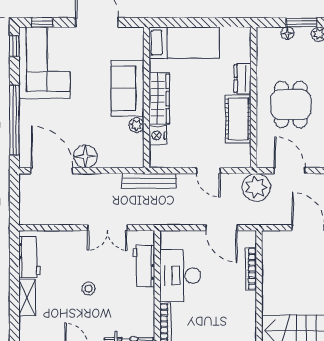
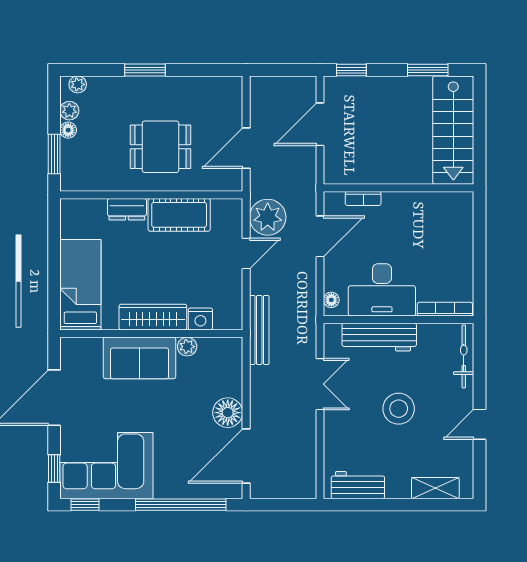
window: (301, 22) -> (54, 154), moved
floor lamp: (287, 33) -> (68, 130), moved
plant: (256, 187) -> (268, 217), moved
floor lamp: (173, 236) -> (331, 300), added
workbench: (144, 266) -> (379, 337), width x1.38
bookcase: (251, 269) -> (363, 198), width x0.64
stool: (88, 289) -> (399, 409), width x1.89, depth x1.89
shelving: (27, 297) -> (435, 488), moved

